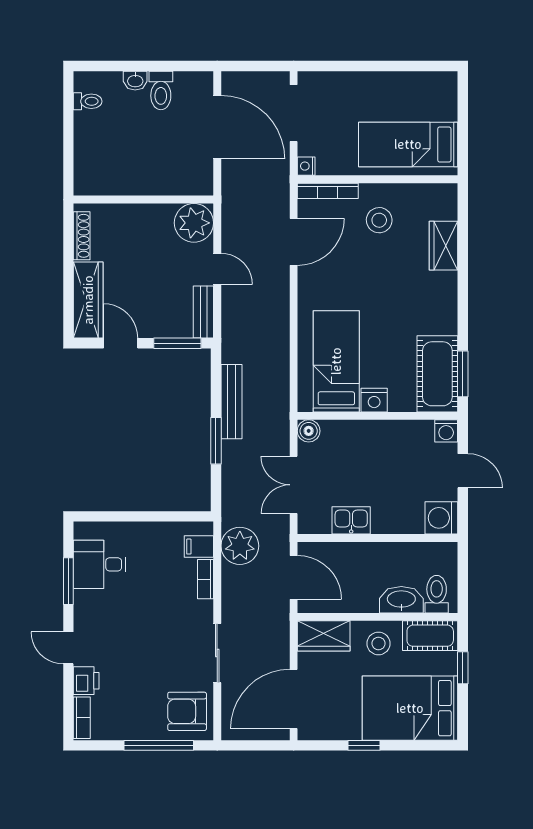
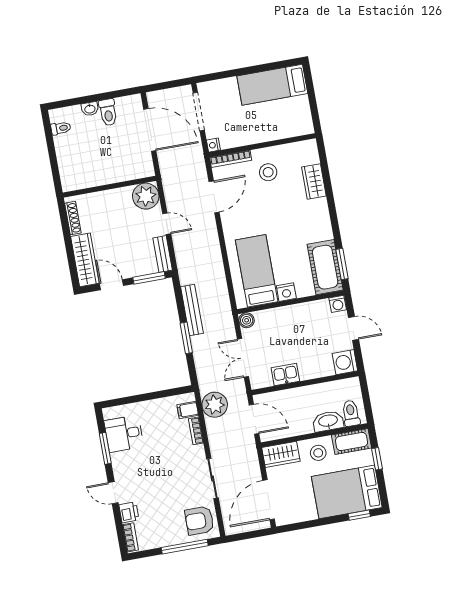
bed: (408, 144) -> (272, 85), moved
window: (364, 745) -> (359, 515), moved

